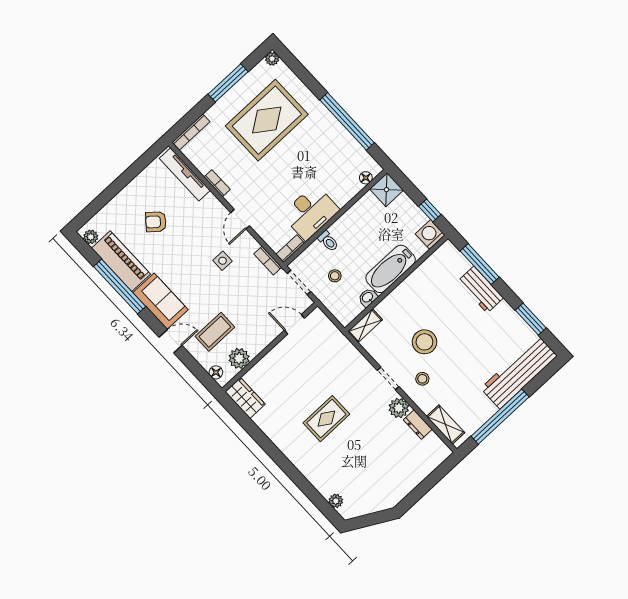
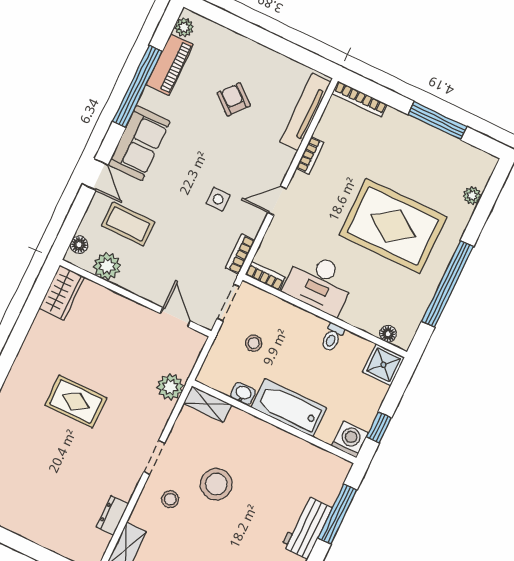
plant: (272, 59) -> (472, 196), moved
rug: (267, 120) -> (393, 226), moved
toilet: (328, 241) -> (332, 337), moved
piano: (121, 261) -> (170, 65), width x0.73, depth x0.75
plant: (399, 408) -> (170, 387), moved

